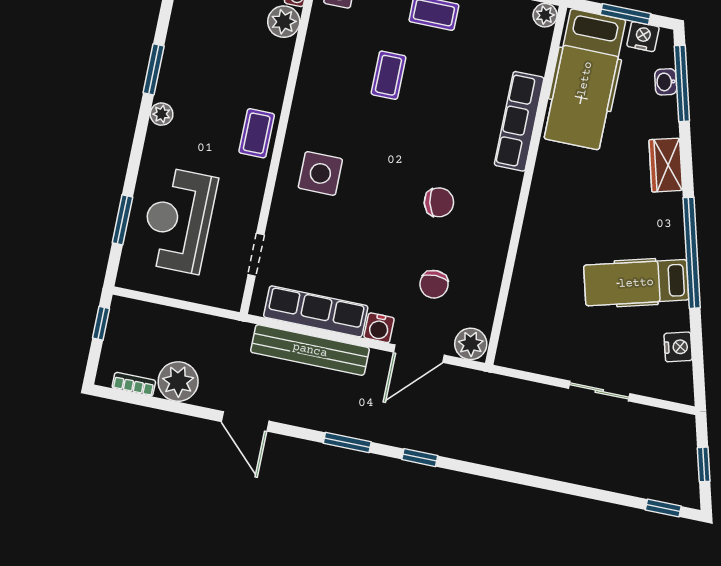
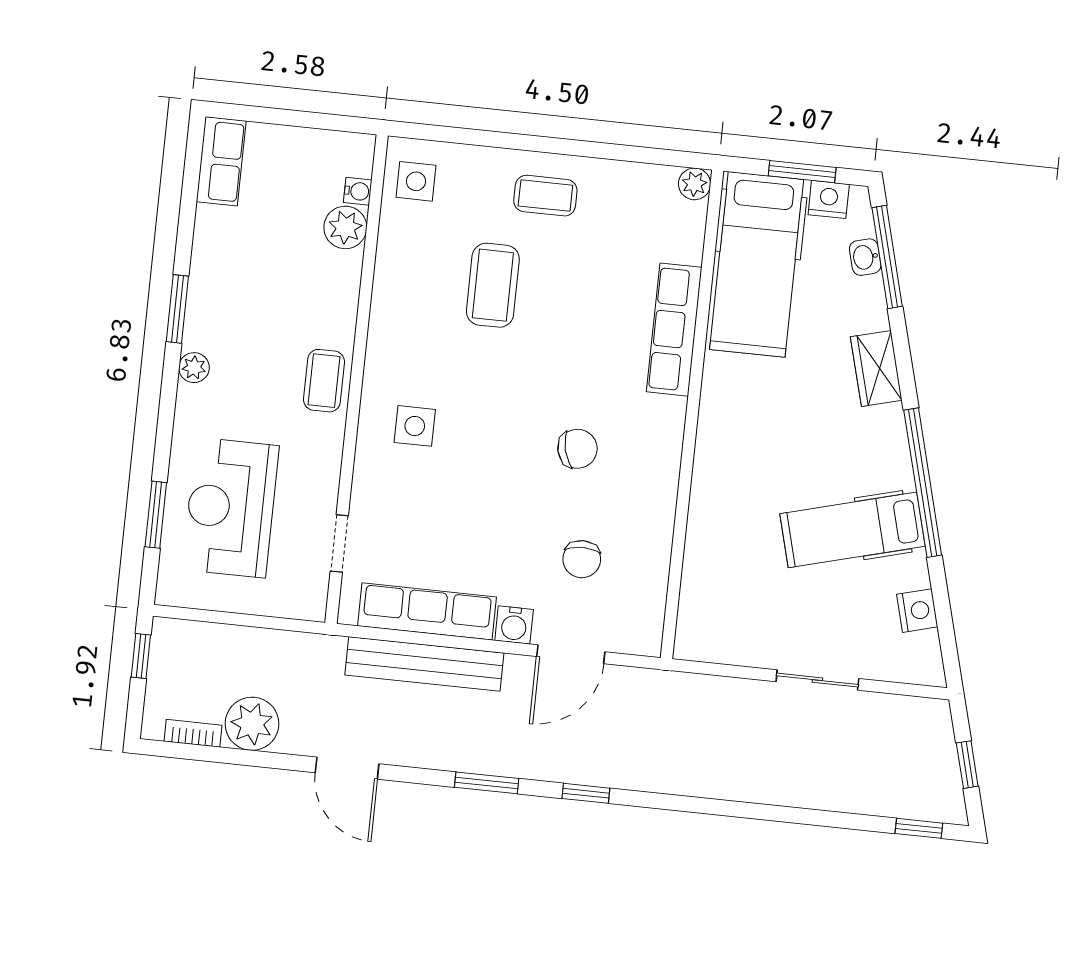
coffee table: (388, 75) -> (493, 285), width x1.36, depth x1.30
side table: (320, 173) -> (415, 426), width x0.73, depth x0.73
plant: (471, 344) -> (639, 634), removed

